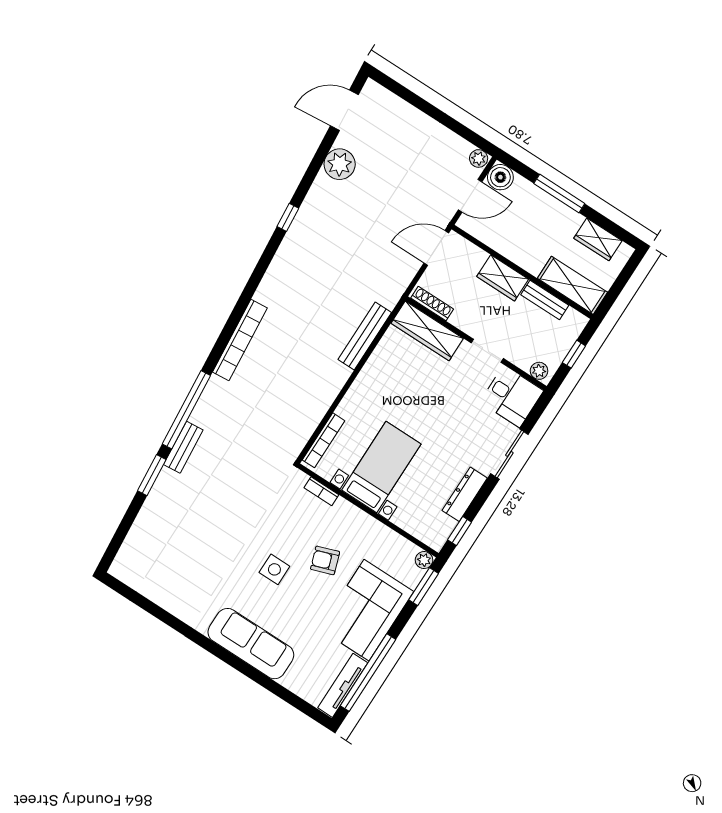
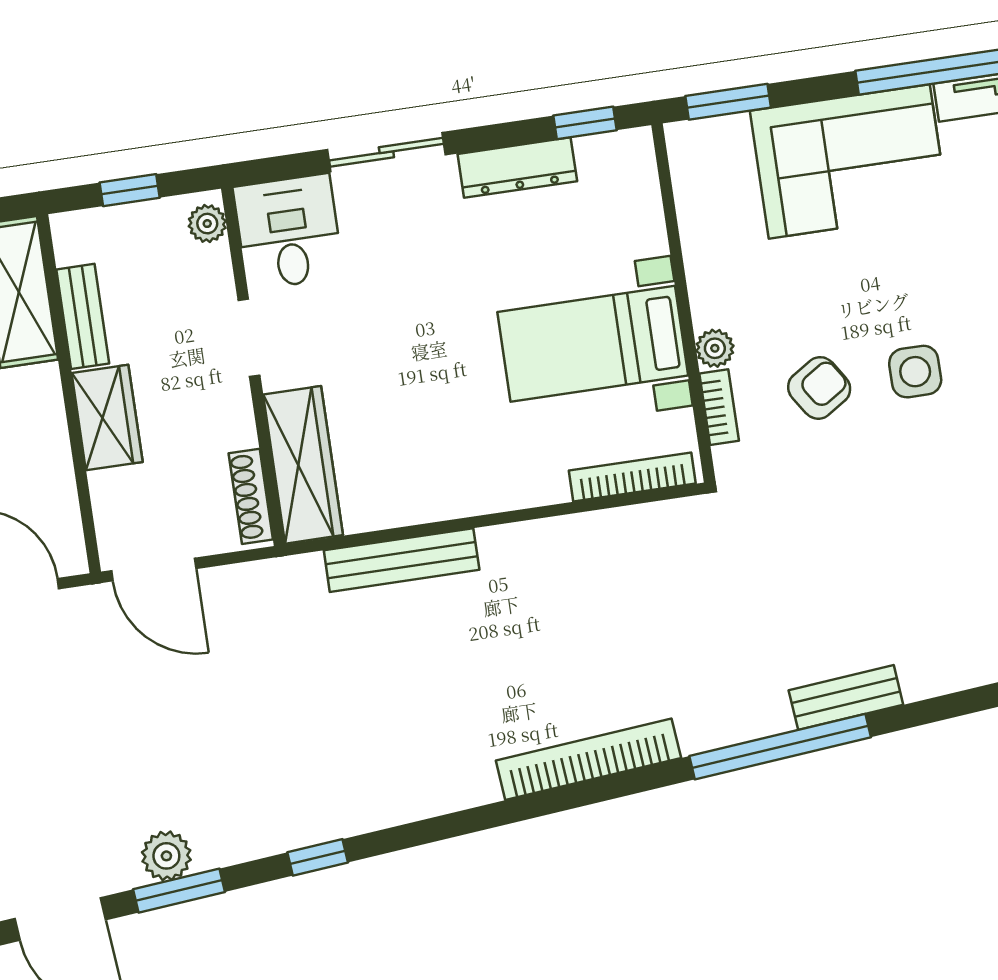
plant: (340, 164) -> (166, 856), width x0.73, depth x0.73
window: (152, 475) -> (179, 891), moved
armchair: (325, 560) -> (819, 388), moved, turned -104
plant: (424, 560) -> (715, 348), moved

